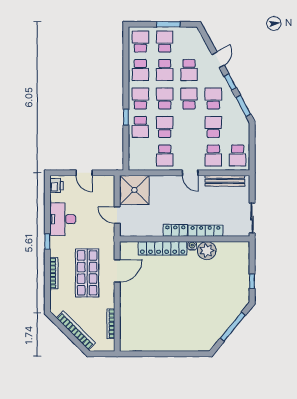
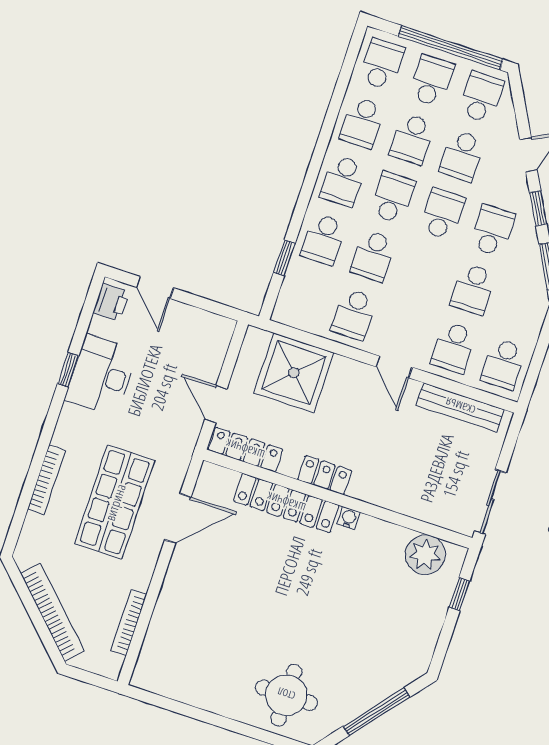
window: (168, 24) -> (451, 48), width x2.11
school desk: (189, 42) -> (481, 97), added
school desk: (140, 99) -> (343, 181), turned 180
window: (126, 117) -> (284, 258), moved
school desk: (165, 127) -> (373, 256), turned 180
school desk: (213, 127) -> (473, 289), turned 180
door: (84, 173) -> (155, 287), moved
shower: (134, 190) -> (294, 373), moved
locker: (205, 231) -> (245, 450), moved
window: (47, 242) -> (68, 370), moved
plant: (207, 251) -> (425, 555), moved
window: (252, 281) -> (459, 594), moved
round table: (191, 333) -> (286, 695), added

